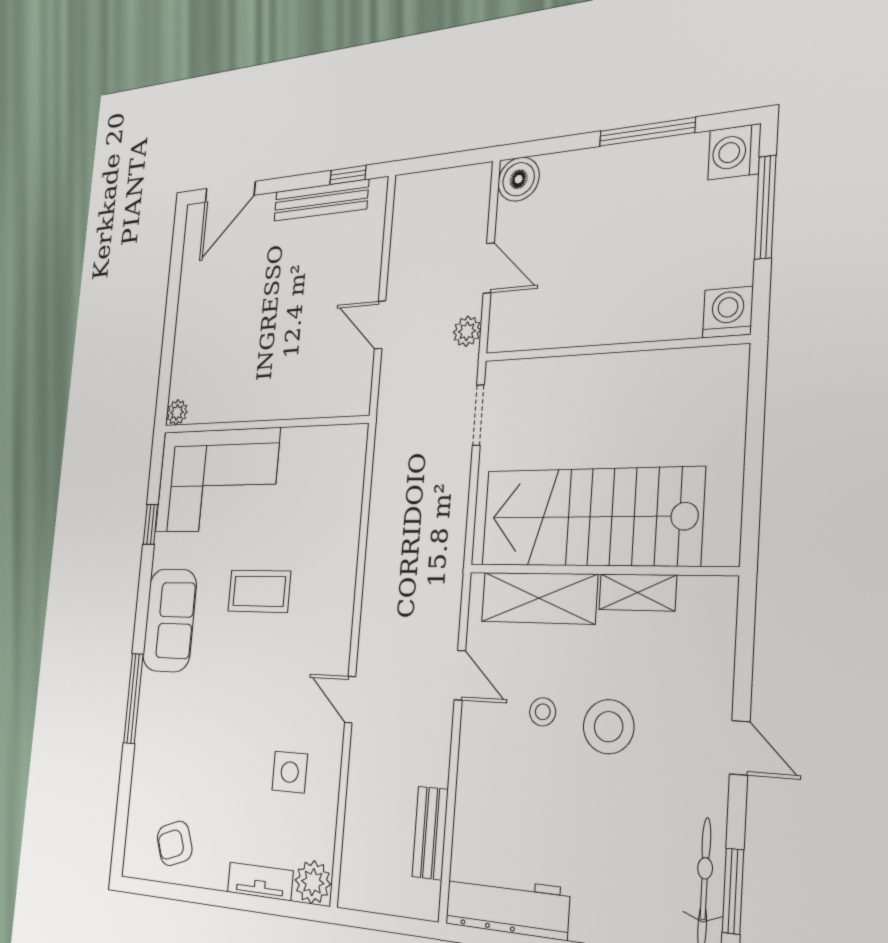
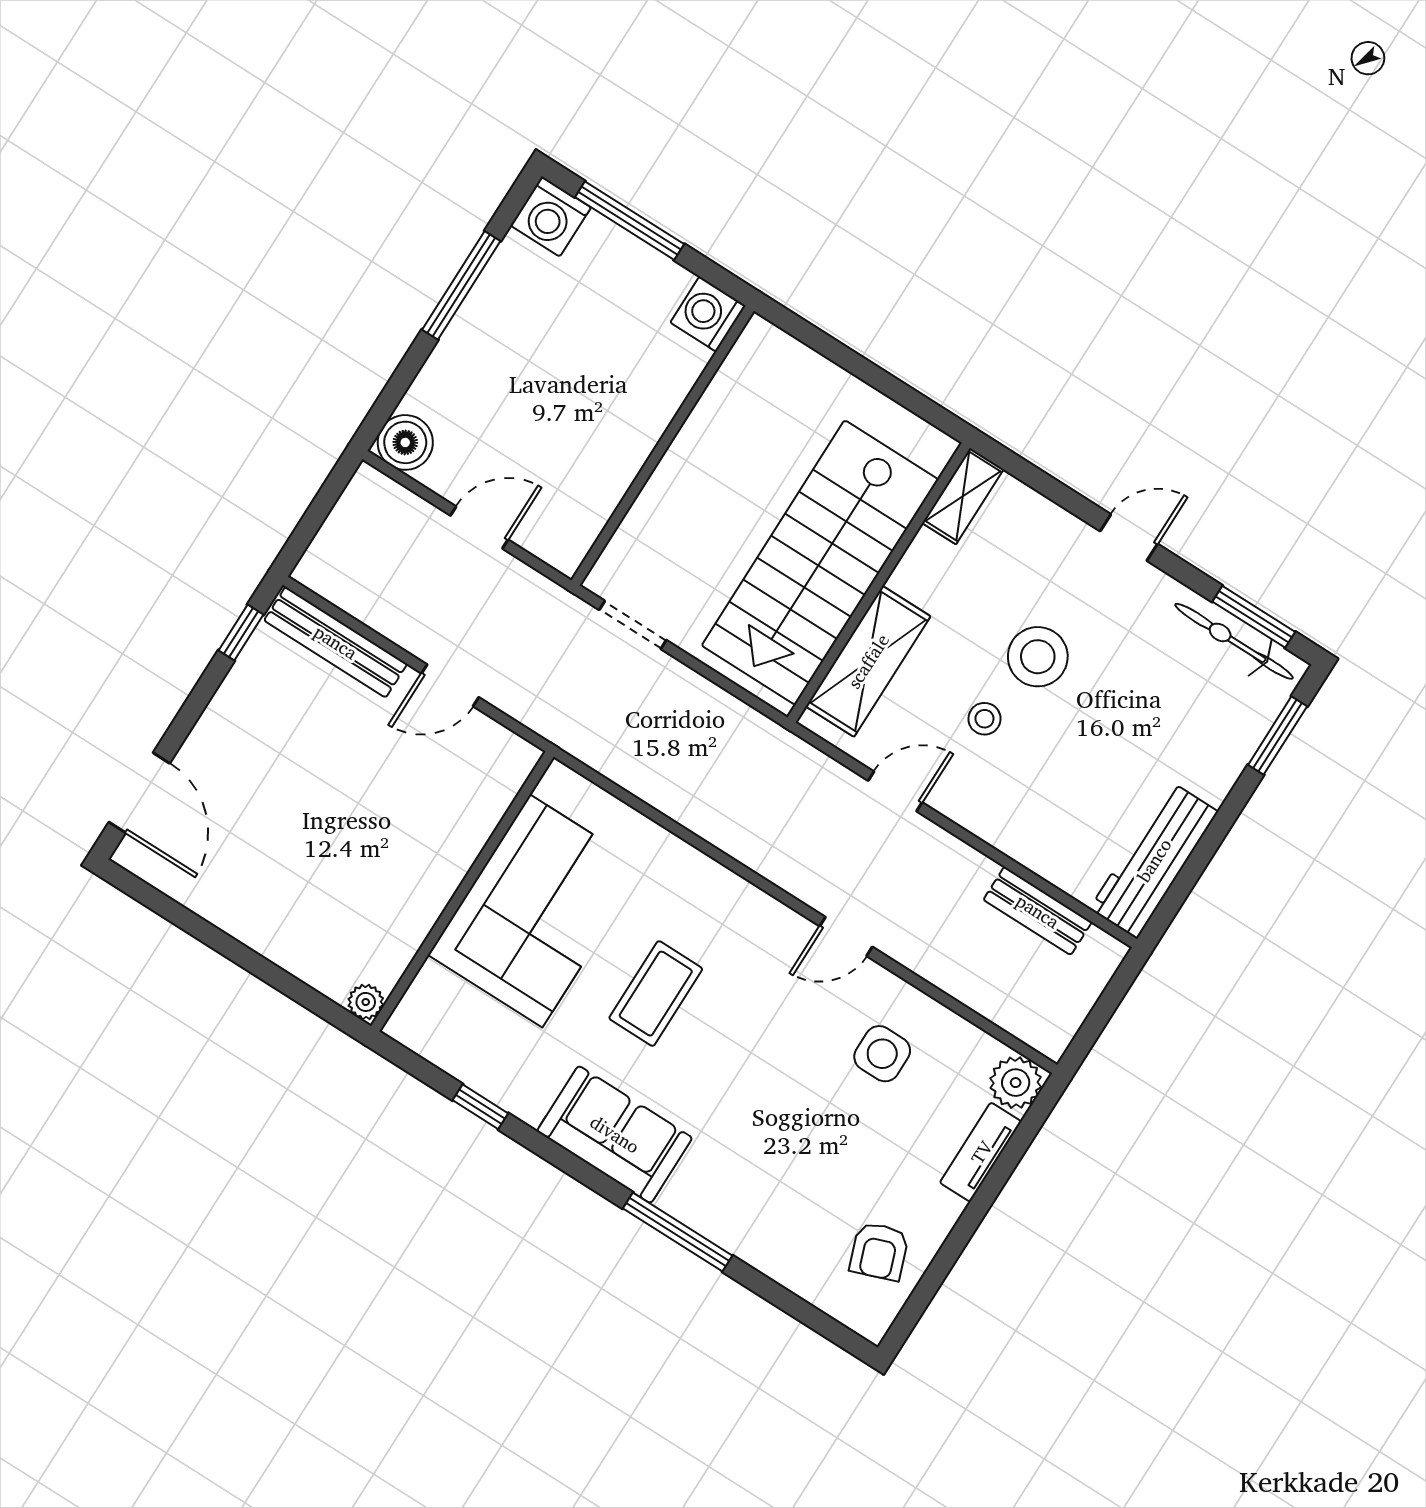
bench: (321, 200) -> (336, 642), moved, turned 90
plant: (467, 331) -> (532, 589), removed
corner sofa: (217, 480) -> (536, 911), moved
shelving: (637, 592) -> (963, 496), moved

